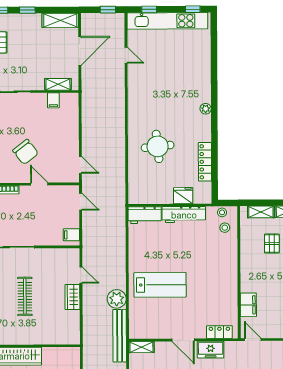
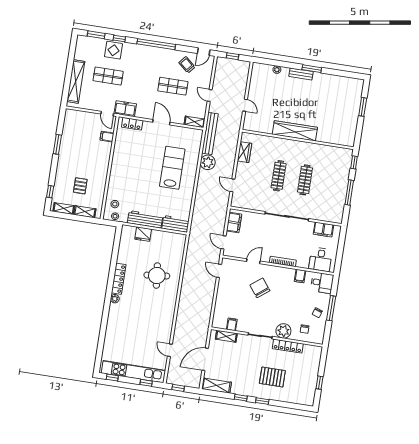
locker: (205, 162) -> (119, 279), moved
door: (39, 184) -> (253, 261), swing flipped
filing cabinet: (71, 235) -> (234, 223), width x2.00
lab bench: (160, 285) -> (172, 168), turned 90
wardrobe: (72, 297) -> (244, 152), moved
filing cabinet: (248, 305) -> (107, 137), width x0.50
freezer: (211, 350) -> (125, 109), moved

